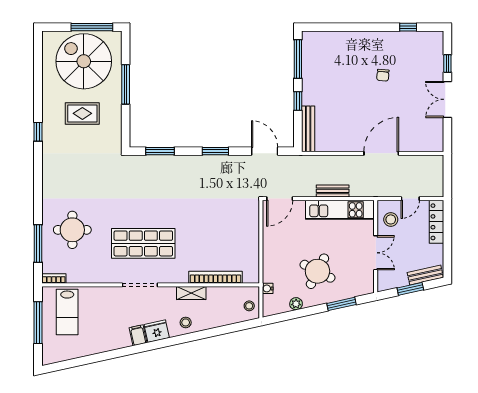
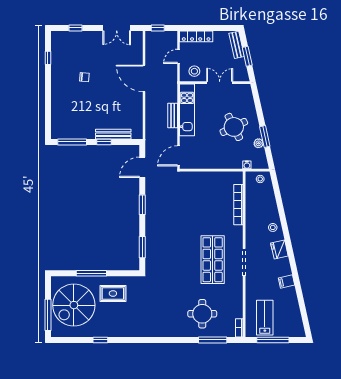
window: (92, 27) -> (48, 315), moved
double door: (447, 99) -> (117, 28), moved
rug: (82, 113) -> (113, 293), moved, turned 90
bench: (308, 129) -> (113, 134), moved
window: (38, 132) -> (100, 340), moved
window: (447, 171) -> (158, 28), added
door: (280, 199) -> (179, 156), swing flipped
door: (410, 199) -> (179, 56), swing flipped
round table: (317, 271) -> (234, 127), turned 37
shelving: (191, 293) -> (250, 223), removed
window: (341, 304) -> (265, 136), moved
lab bench: (67, 312) -> (265, 318), turned -90
filing cabinet: (138, 335) -> (286, 282), moved

